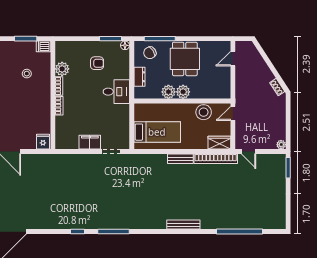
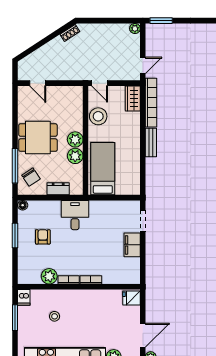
window: (111, 39) -> (15, 236), moved
bed: (157, 132) -> (103, 169), moved

